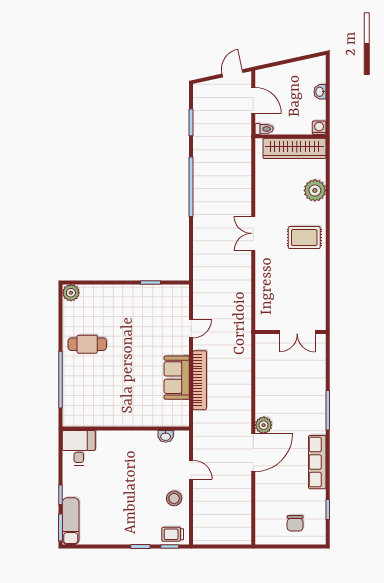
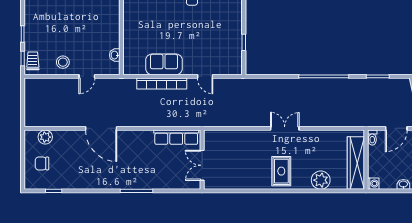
plant: (264, 425) -> (45, 137), moved
row of seats: (317, 462) -> (176, 137), moved, turned 180

